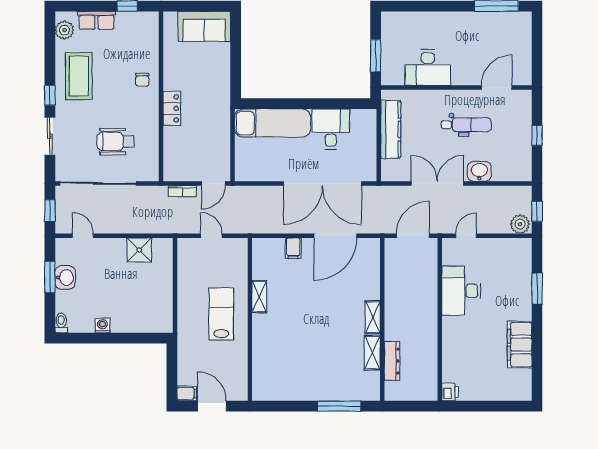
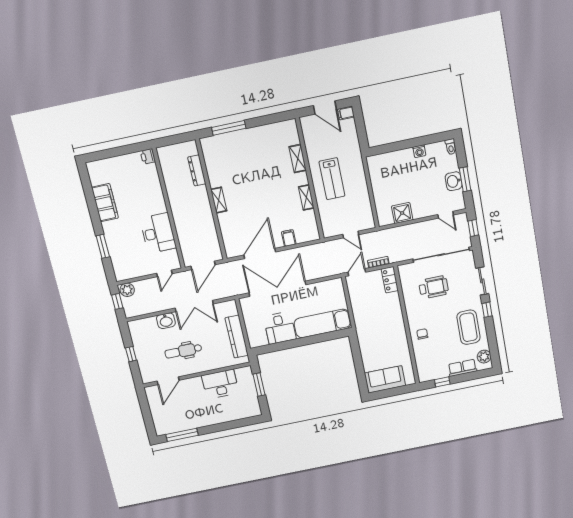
locker: (172, 108) -> (390, 280), moved
shelving: (372, 353) -> (298, 158), moved

